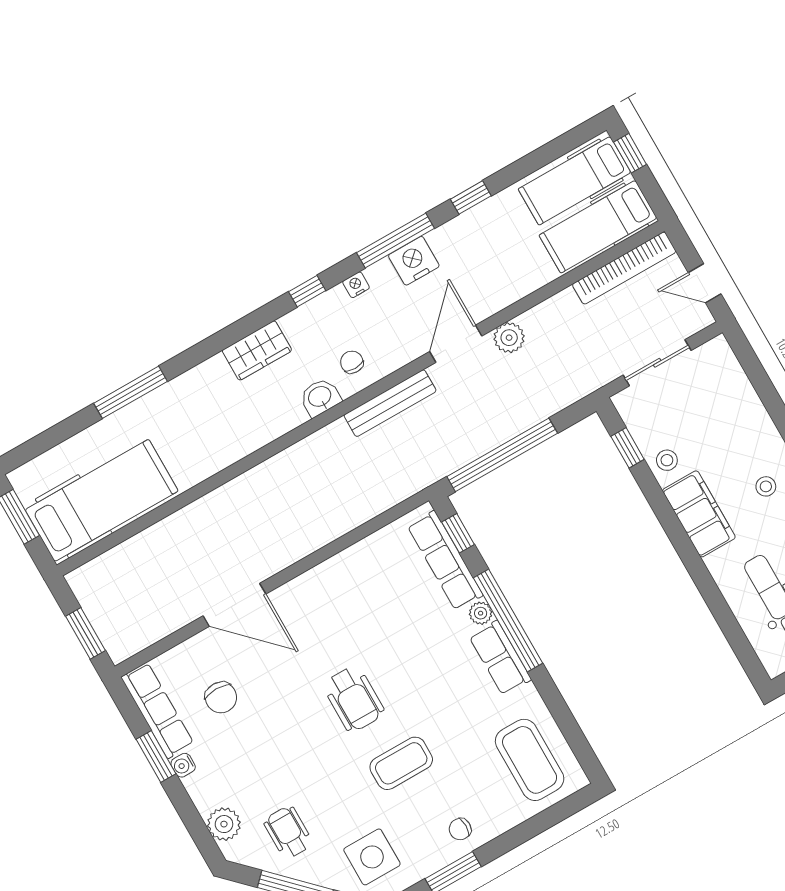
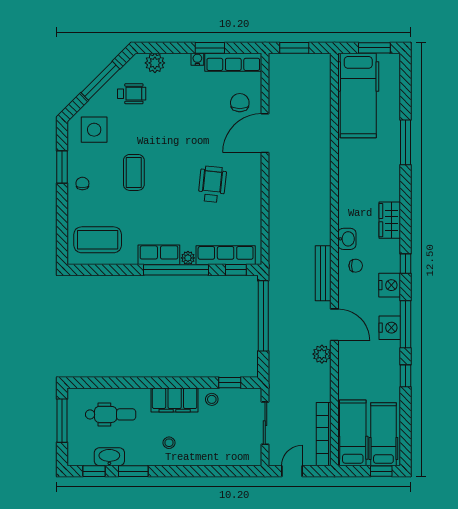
nightstand: (356, 285) -> (390, 285), width x1.89, depth x1.79
chair: (221, 697) -> (240, 103), moved, turned 90
wheelchair: (354, 699) -> (212, 184), moved, turned 96

